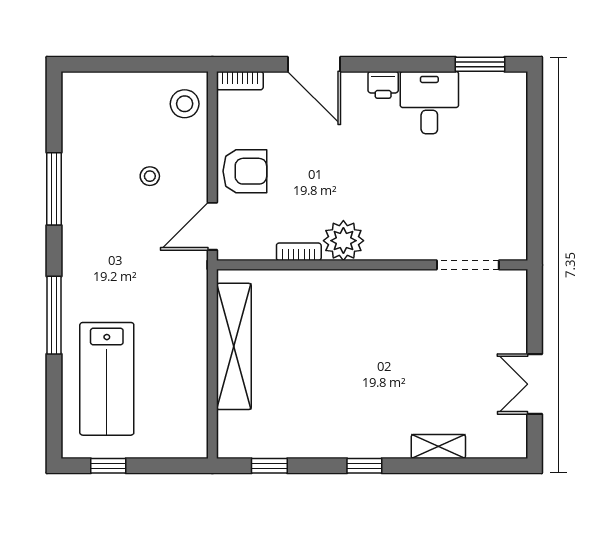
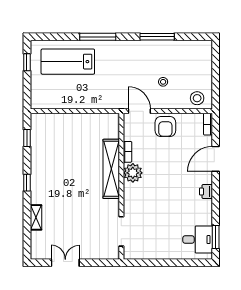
desk: (429, 103) -> (198, 240), moved
shelving: (234, 346) -> (111, 169), moved, turned 90

